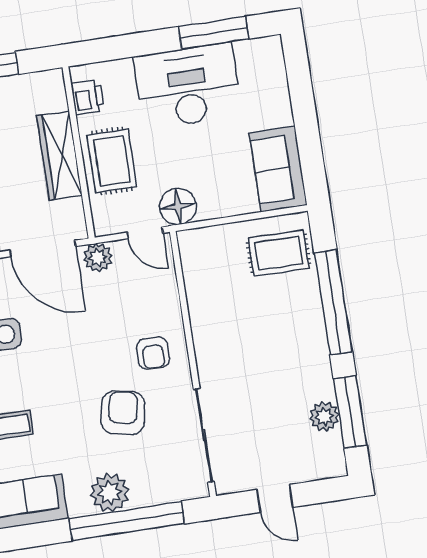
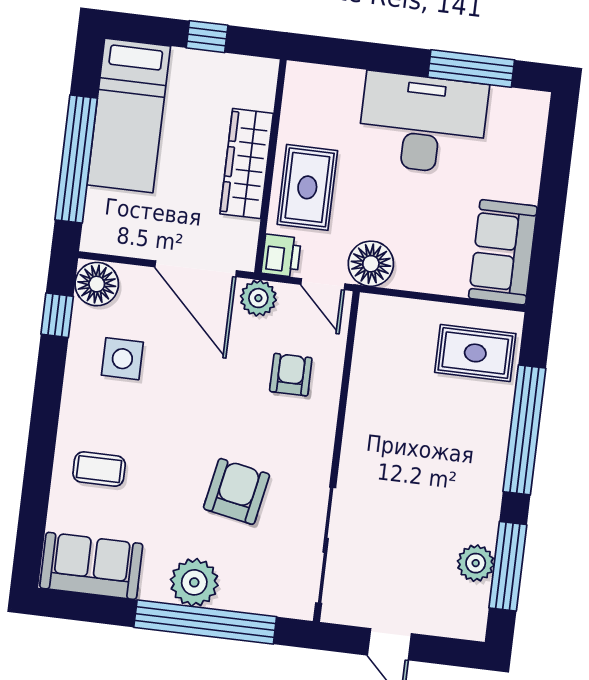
printer: (88, 97) -> (281, 256), moved
armchair: (153, 353) -> (291, 375), moved, turned 180

